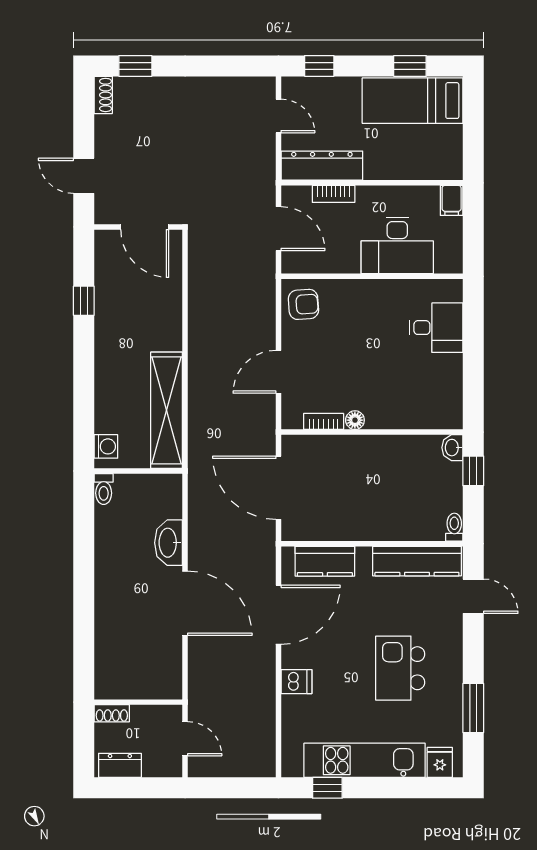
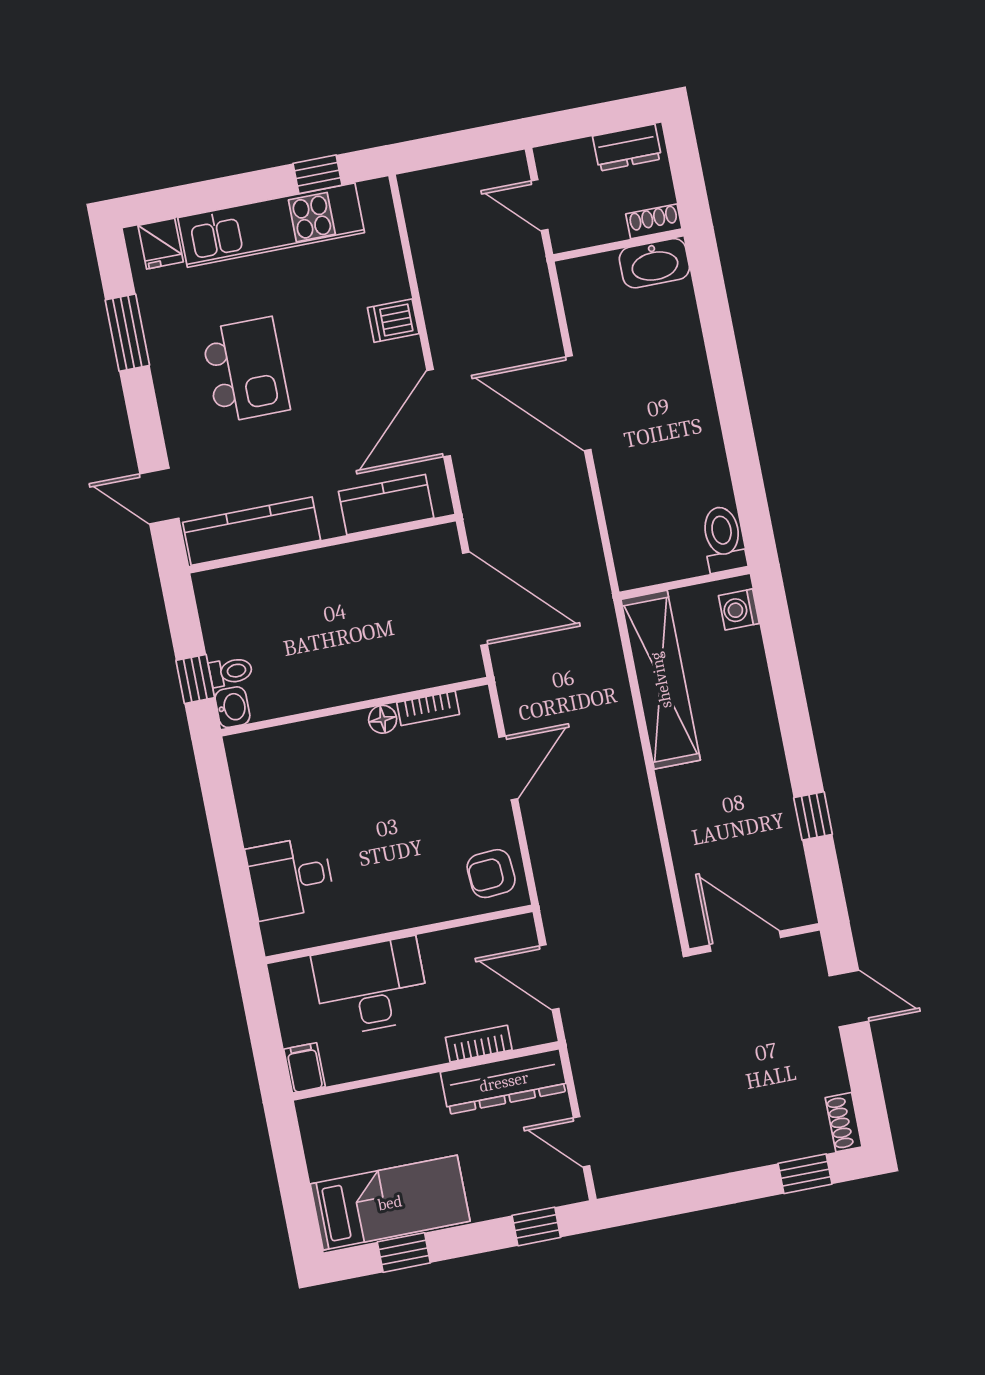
toilet: (104, 489) -> (723, 539), width x1.37, depth x1.39
toilet: (454, 527) -> (231, 672), moved, turned -90
washbasin: (169, 543) -> (654, 263), moved, turned 90

